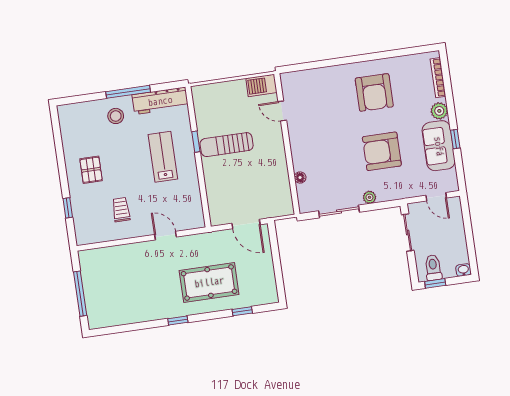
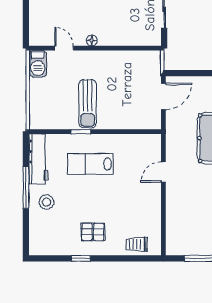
door: (282, 111) -> (64, 48), swing flipped
floor lamp: (300, 178) -> (92, 40), moved
window: (68, 208) -> (81, 258), moved
trolley: (121, 210) -> (136, 244), moved

